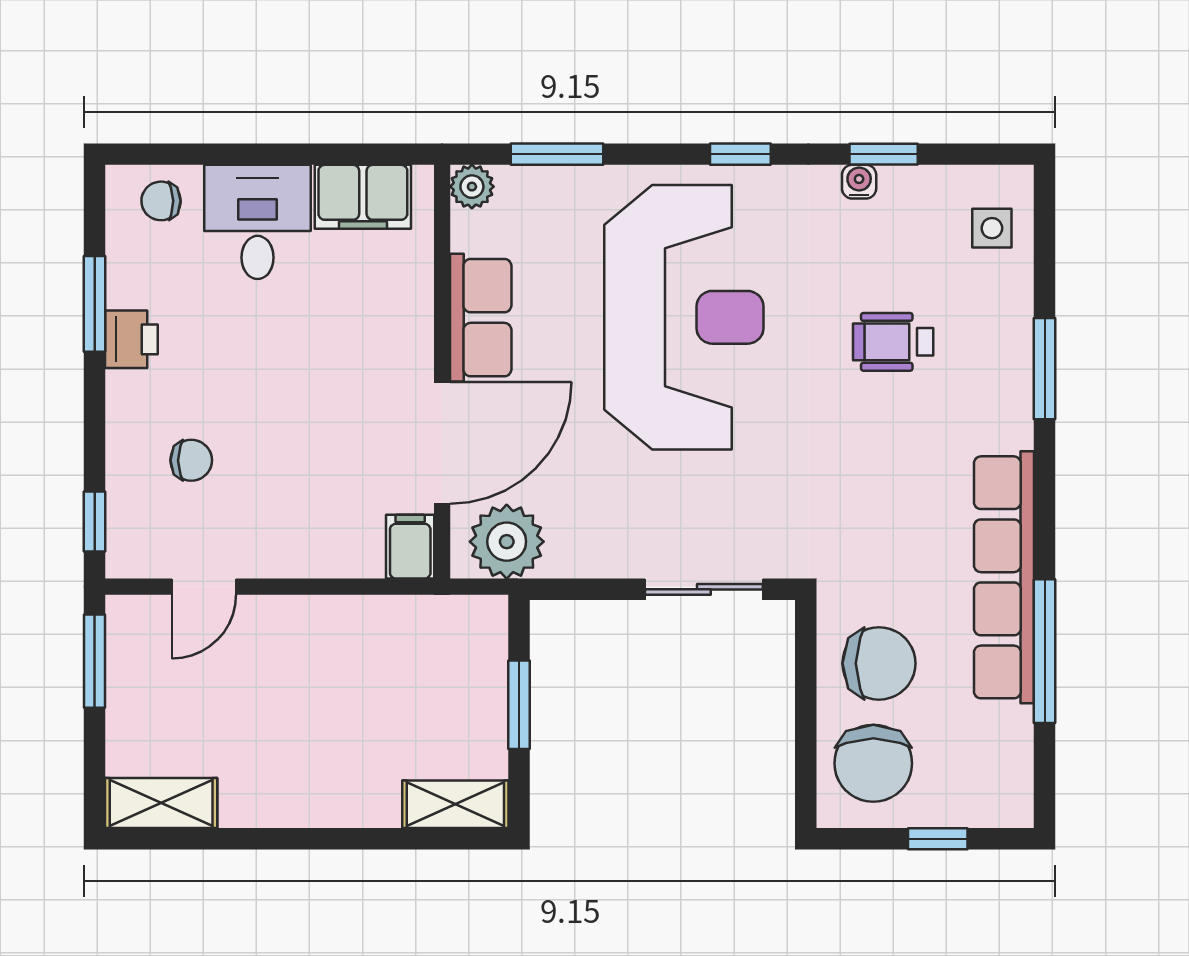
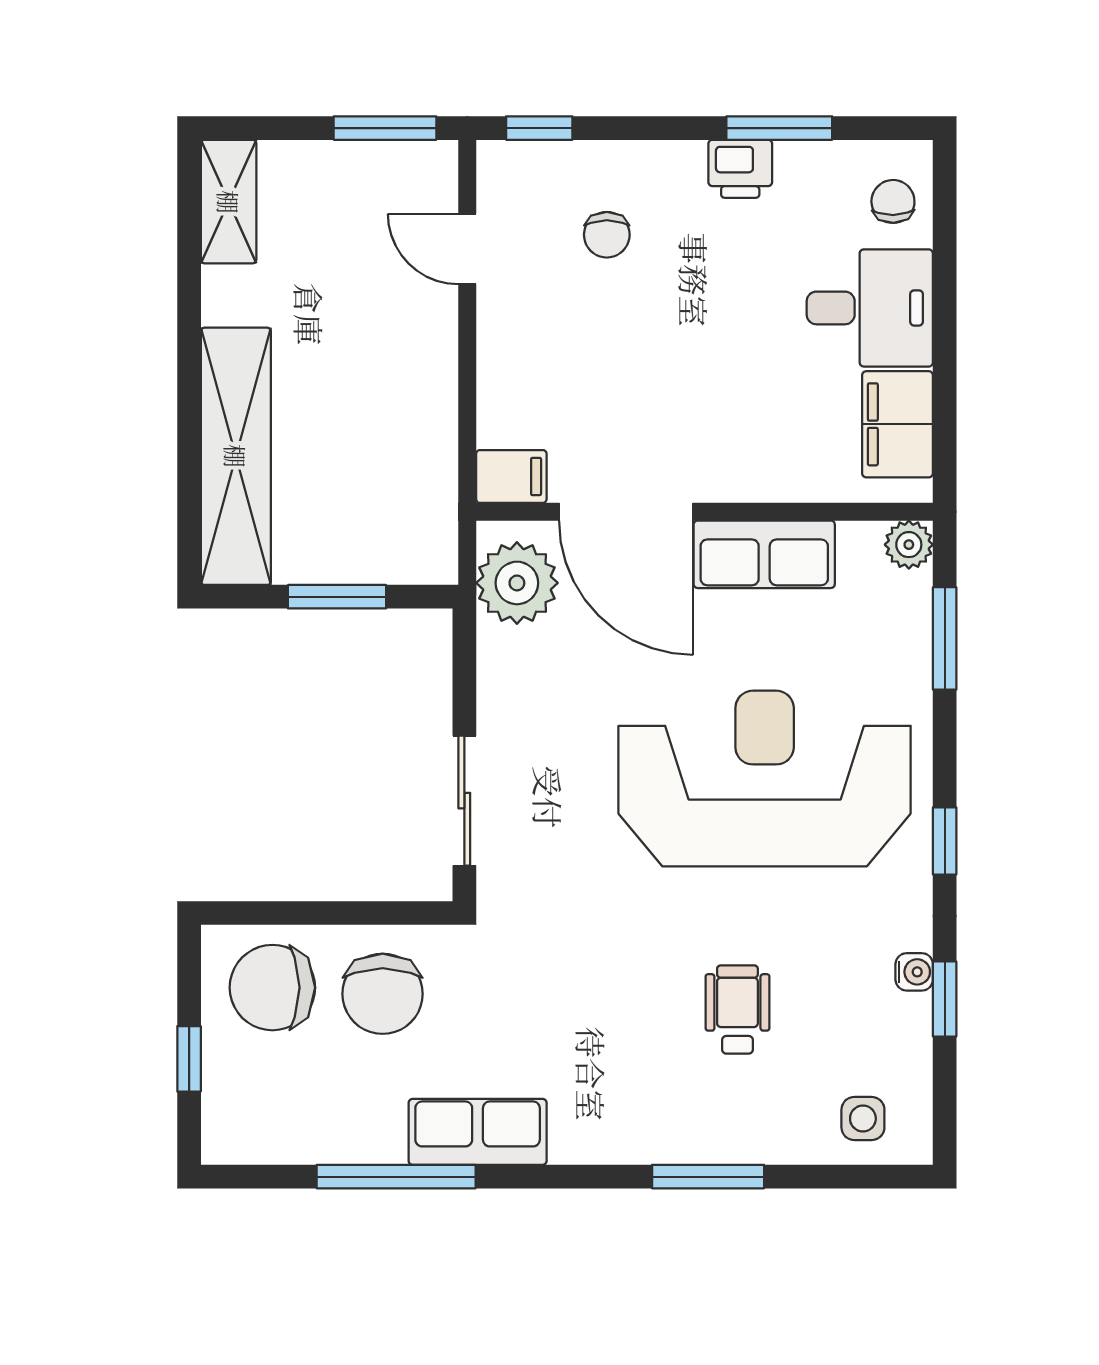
reception desk: (684, 317) -> (765, 778), turned 180
row of seats: (1004, 577) -> (478, 1132), width x0.50
shelving: (455, 804) -> (236, 456), width x2.20, depth x1.33

